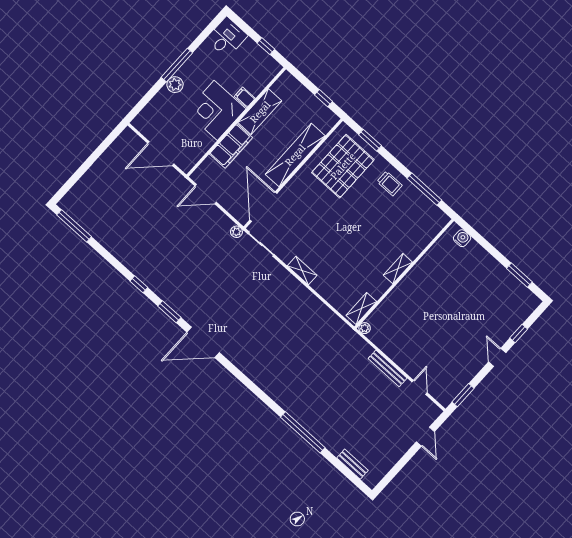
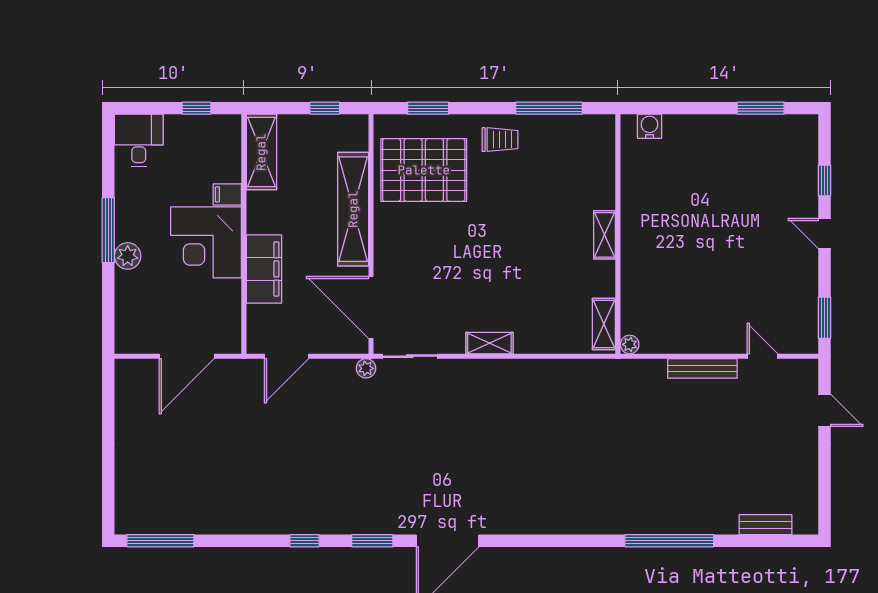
shelving: (260, 112) -> (261, 152), moved
pallet: (343, 166) -> (424, 170), turned 90

